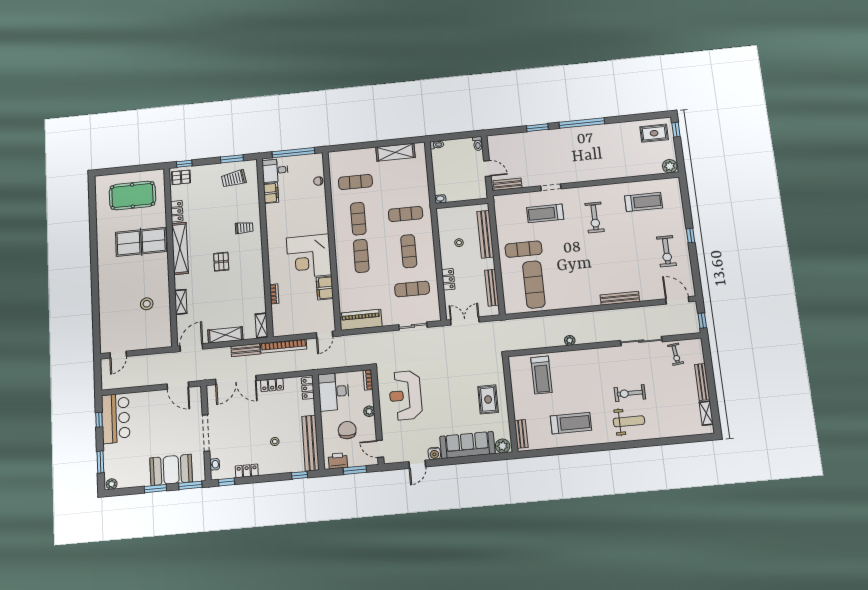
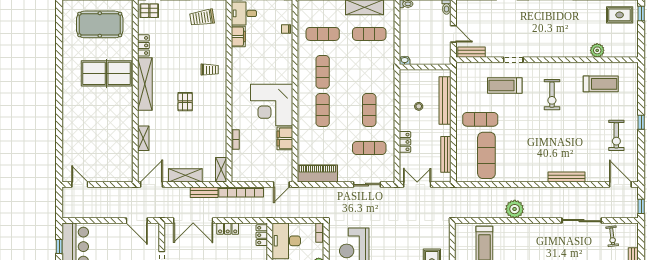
plant: (670, 166) -> (597, 50), moved
exercise mat: (406, 214) -> (369, 34), moved
stool: (147, 304) -> (110, 137), removed
plant: (570, 340) -> (515, 209), width x1.88, depth x1.88
door: (118, 355) -> (80, 185), swing flipped

